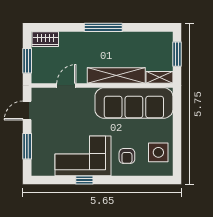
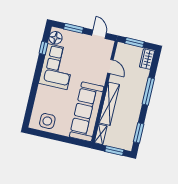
window: (103, 27) -> (148, 91), moved
window: (146, 27) -> (139, 133), added
armchair: (127, 156) -> (50, 98), removed
floor lamp: (45, 167) -> (56, 38), added
window: (84, 180) -> (43, 48), moved

